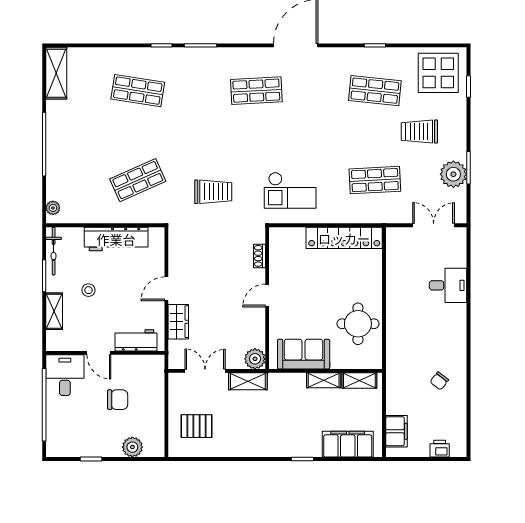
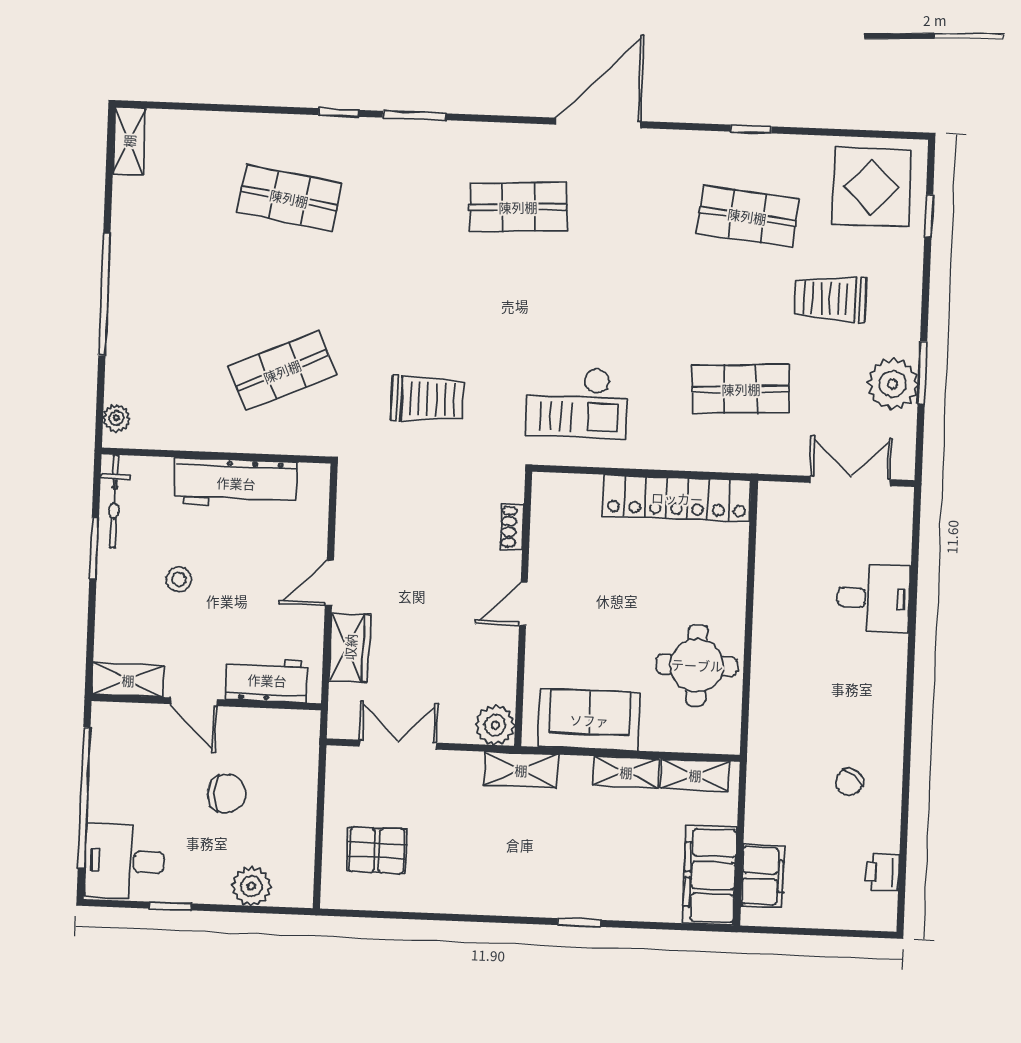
shelving: (56, 73) -> (129, 141), width x0.67, depth x0.75
shelving: (54, 311) -> (128, 680), moved, turned 90
desk: (65, 375) -> (125, 861), moved, turned -90
shelving: (248, 381) -> (521, 770), moved
filing cabinet: (348, 444) -> (710, 875), moved, turned -90
printer: (440, 449) -> (882, 872), moved, turned -90

